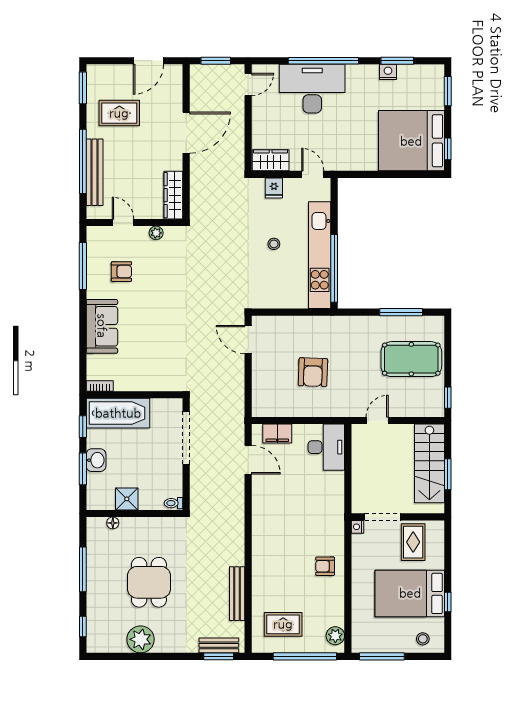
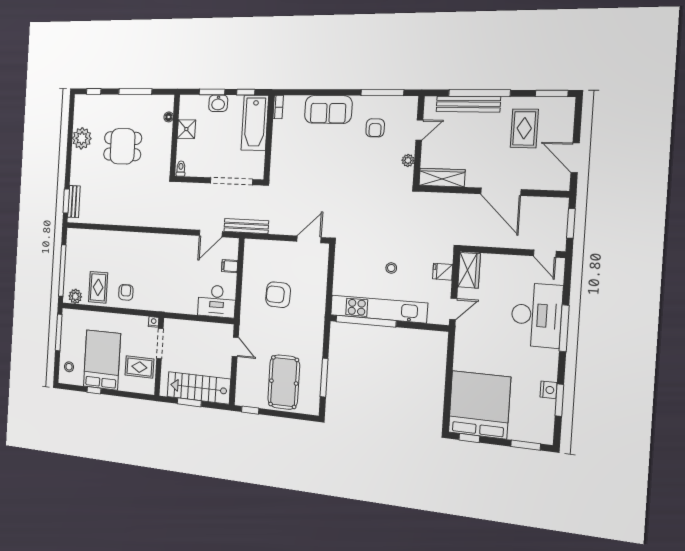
window: (323, 61) -> (564, 328), width x0.68
filing cabinet: (277, 434) -> (230, 266), width x0.50
bench: (237, 594) -> (246, 226), moved
rug: (283, 624) -> (98, 287), moved

